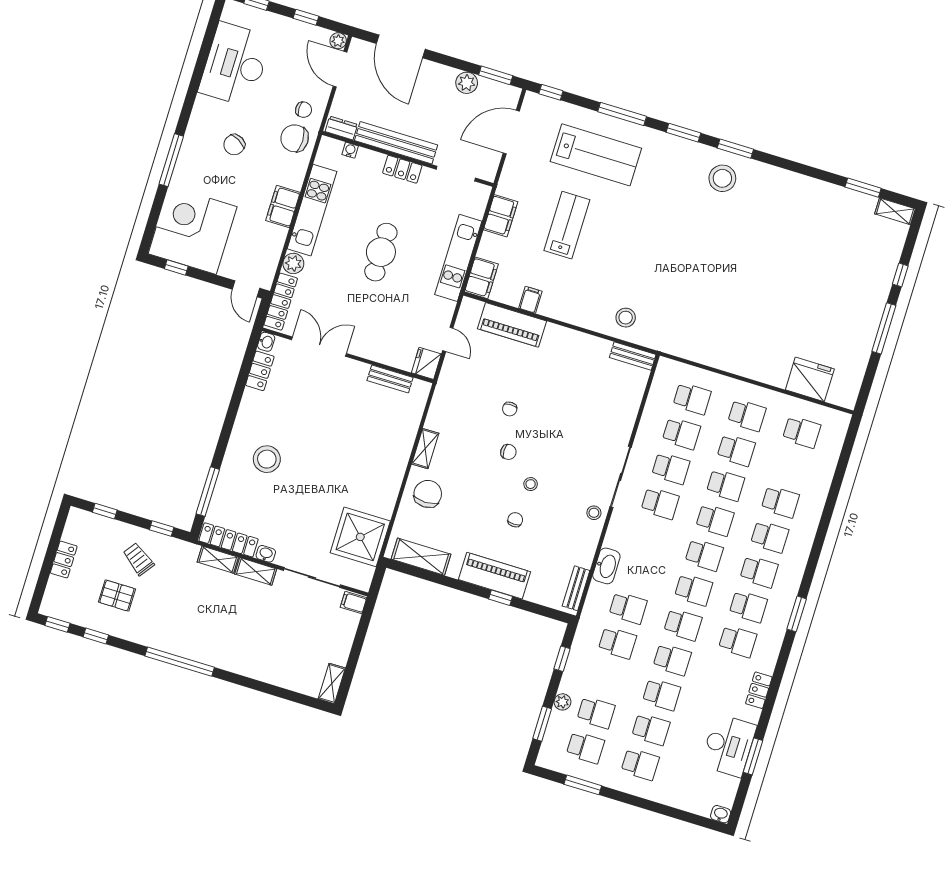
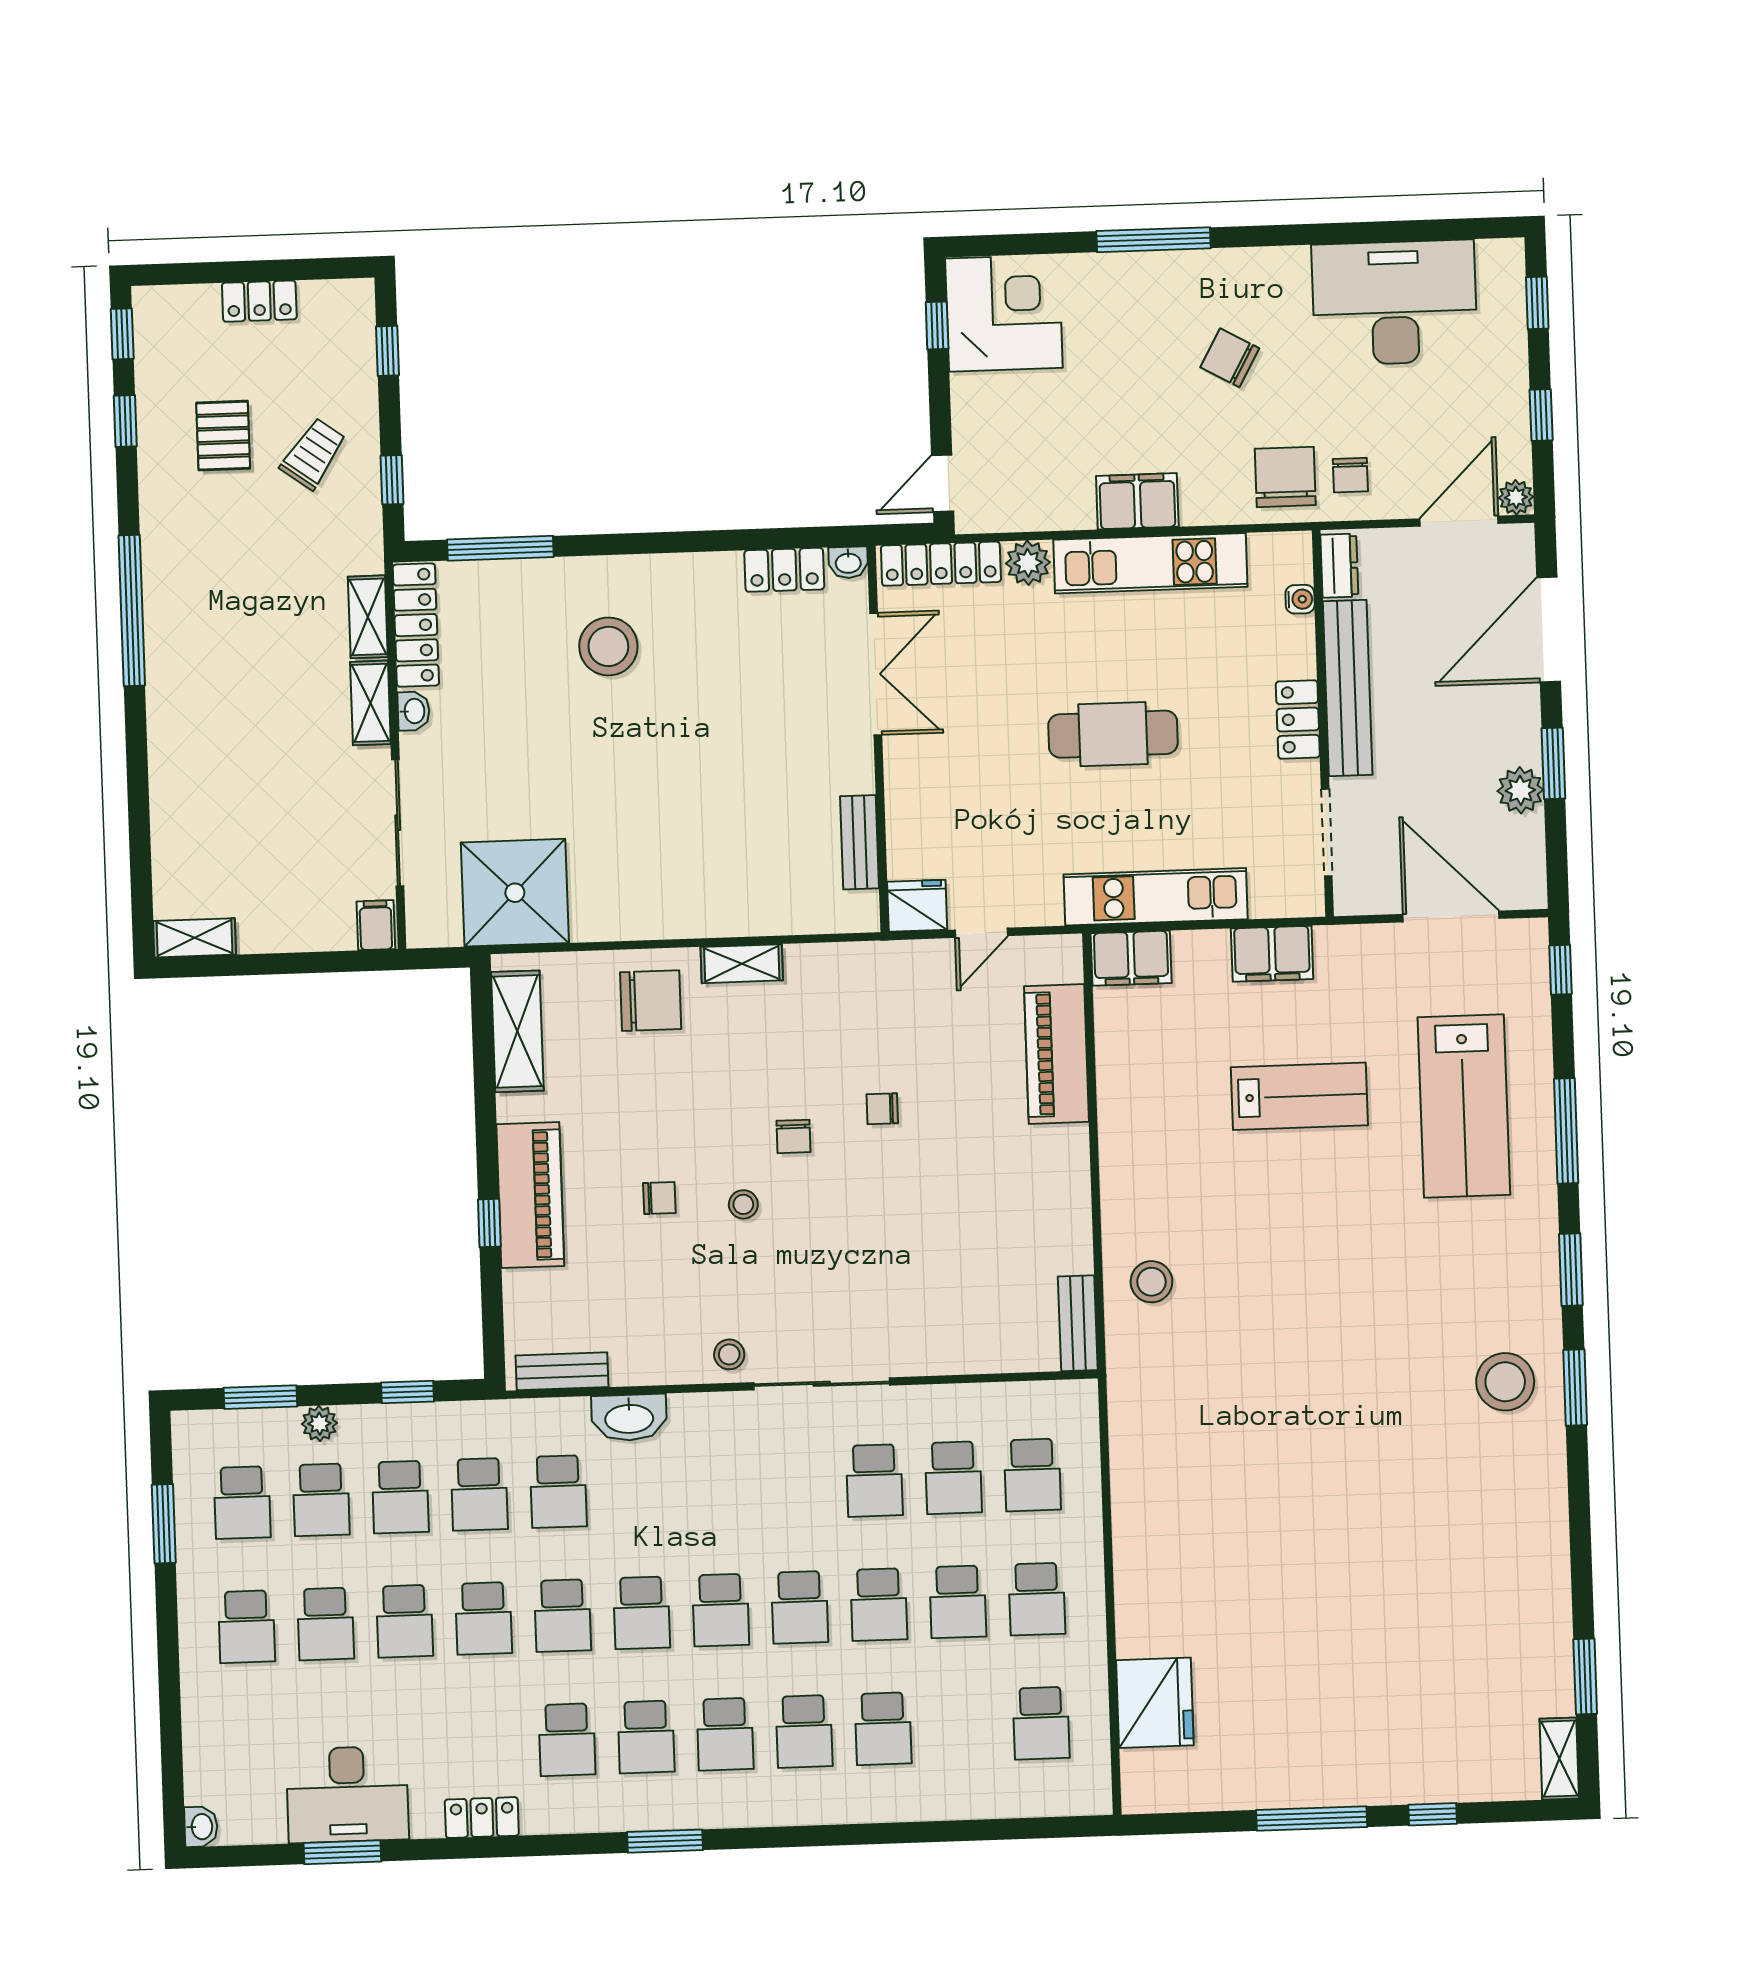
window: (496, 75) -> (1553, 763), moved
corner desk: (193, 230) -> (1004, 313), width x0.74, depth x0.74
filing cabinet: (530, 300) -> (1121, 1074), removed
school desk: (660, 503) -> (400, 1497), moved

